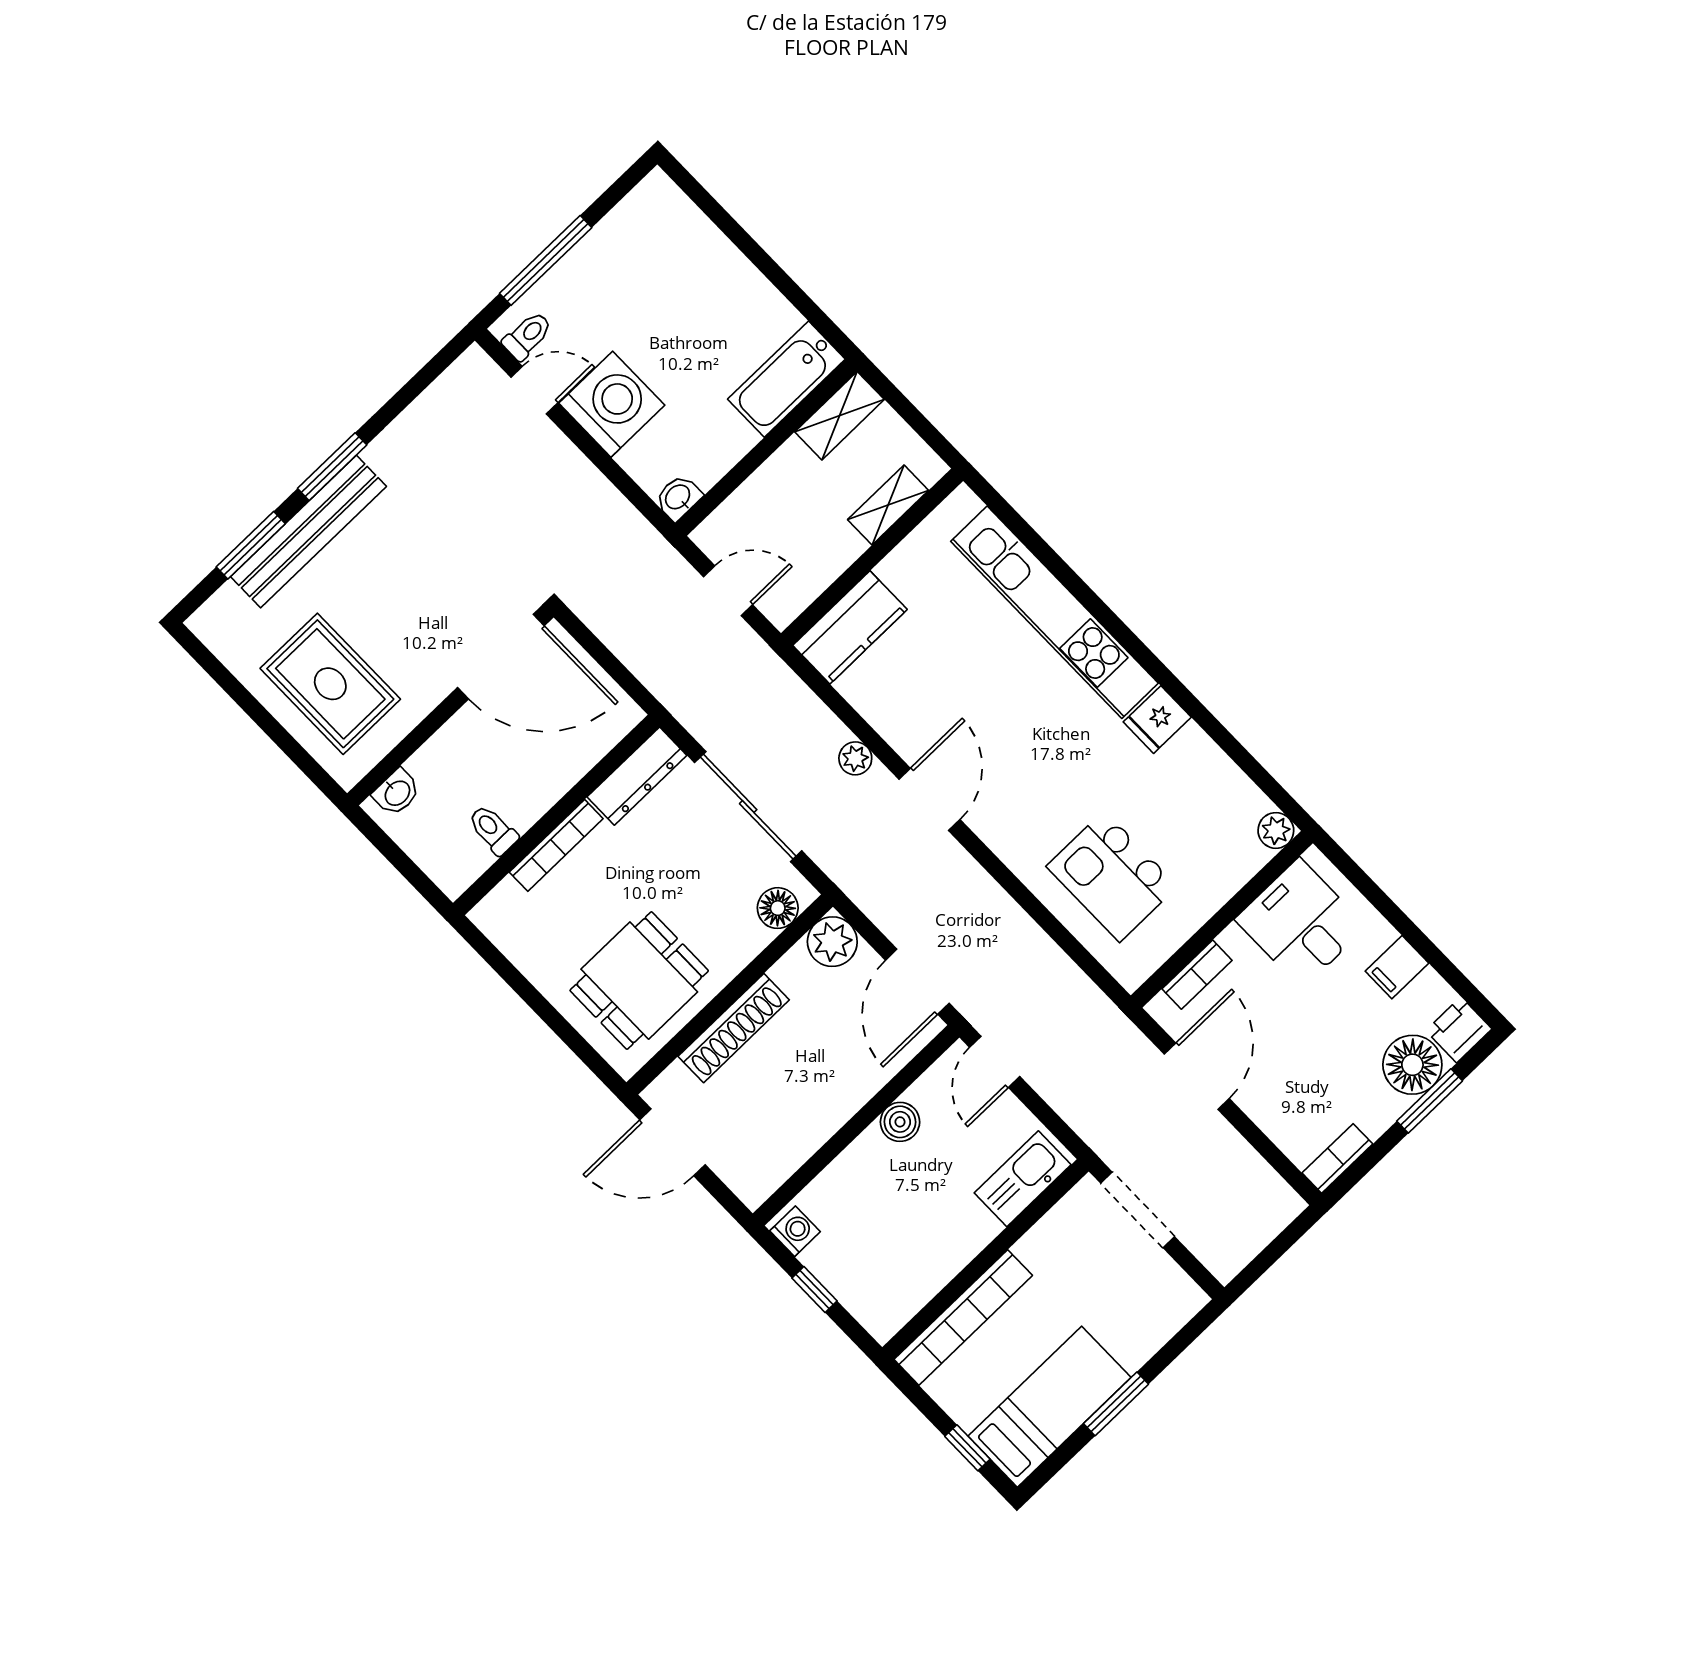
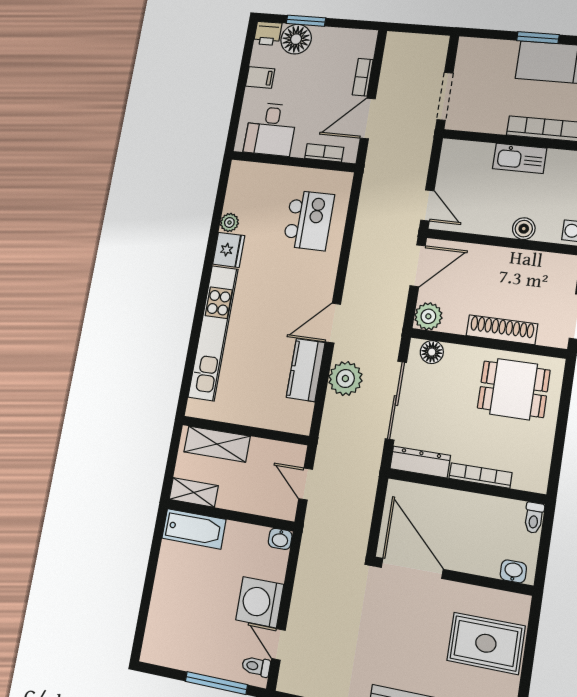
shelving: (888, 505) -> (217, 444), width x1.50, depth x1.33
kitchen counter: (850, 627) -> (306, 370), moved, turned -90
rug: (330, 684) -> (486, 643), turned 90
fridge: (1157, 720) -> (229, 250), width x1.38
plant: (855, 758) -> (345, 379), width x1.87, depth x1.87
toilet: (493, 830) -> (534, 518), moved
plant: (1276, 830) -> (229, 222), moved
door: (995, 1062) -> (427, 205), hinge flipped
boiler: (900, 1122) -> (524, 229), moved
bookcase: (1337, 1158) -> (363, 77), moved, turned 90
kitchen sink: (1023, 1179) -> (520, 158), moved

